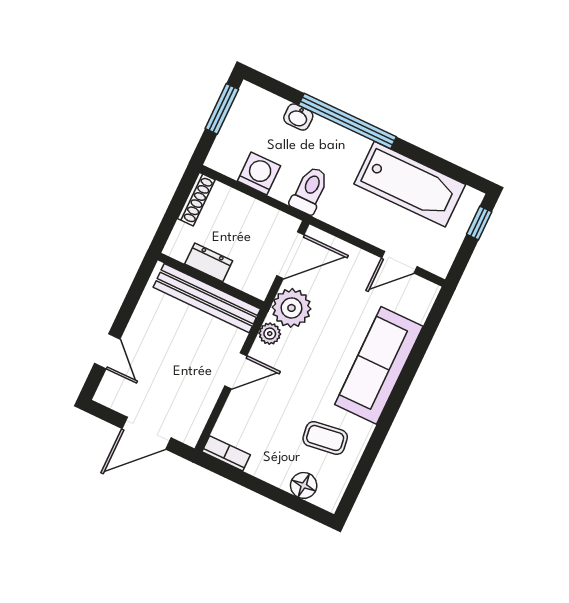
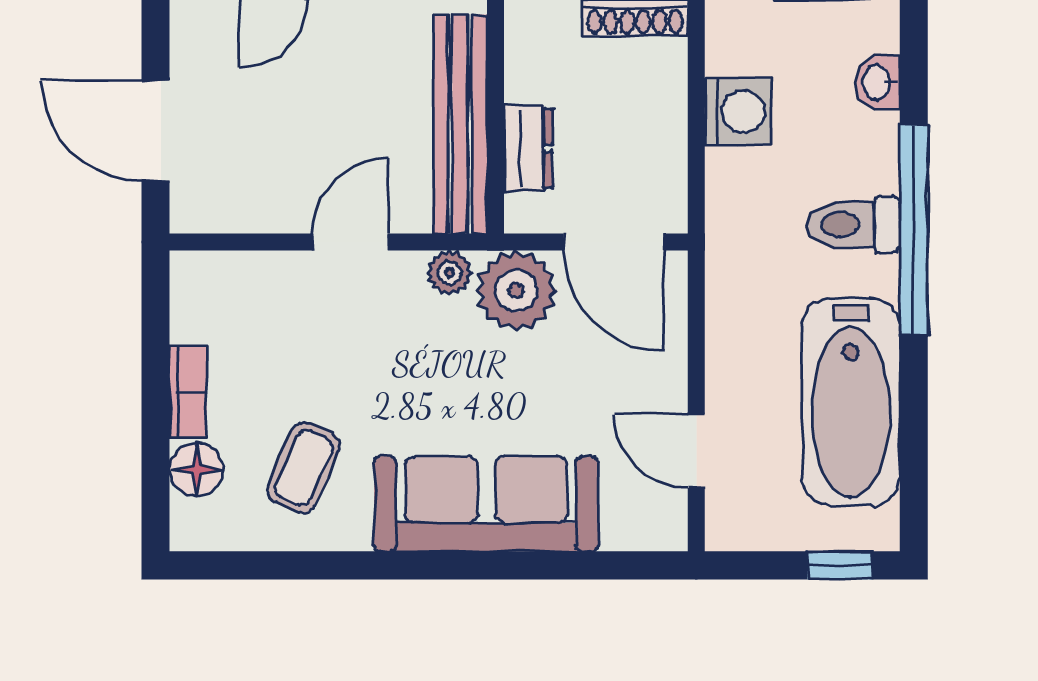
washbasin: (298, 117) -> (878, 82), moved
toilet: (310, 190) -> (853, 225), moved, turned 180
dresser: (209, 262) -> (528, 148), moved
door: (236, 371) -> (350, 242), swing flipped
coffee table: (325, 438) -> (304, 468), turned 32
bookcase: (226, 453) -> (188, 392), moved

